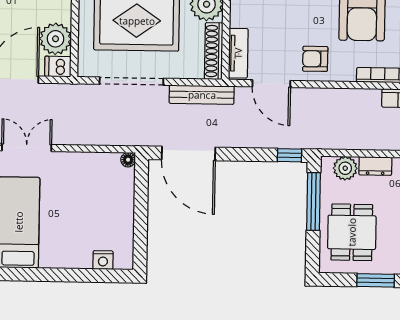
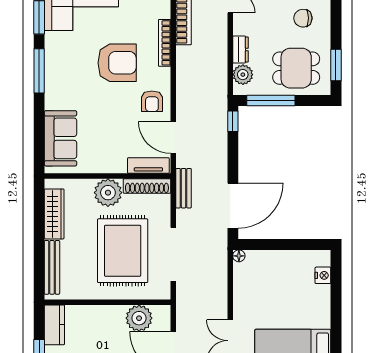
dishwasher: (58, 67) -> (162, 316), removed
door: (271, 84) -> (173, 137), swing flipped
bench: (202, 95) -> (184, 188), width x0.73
window: (376, 280) -> (336, 65), moved

